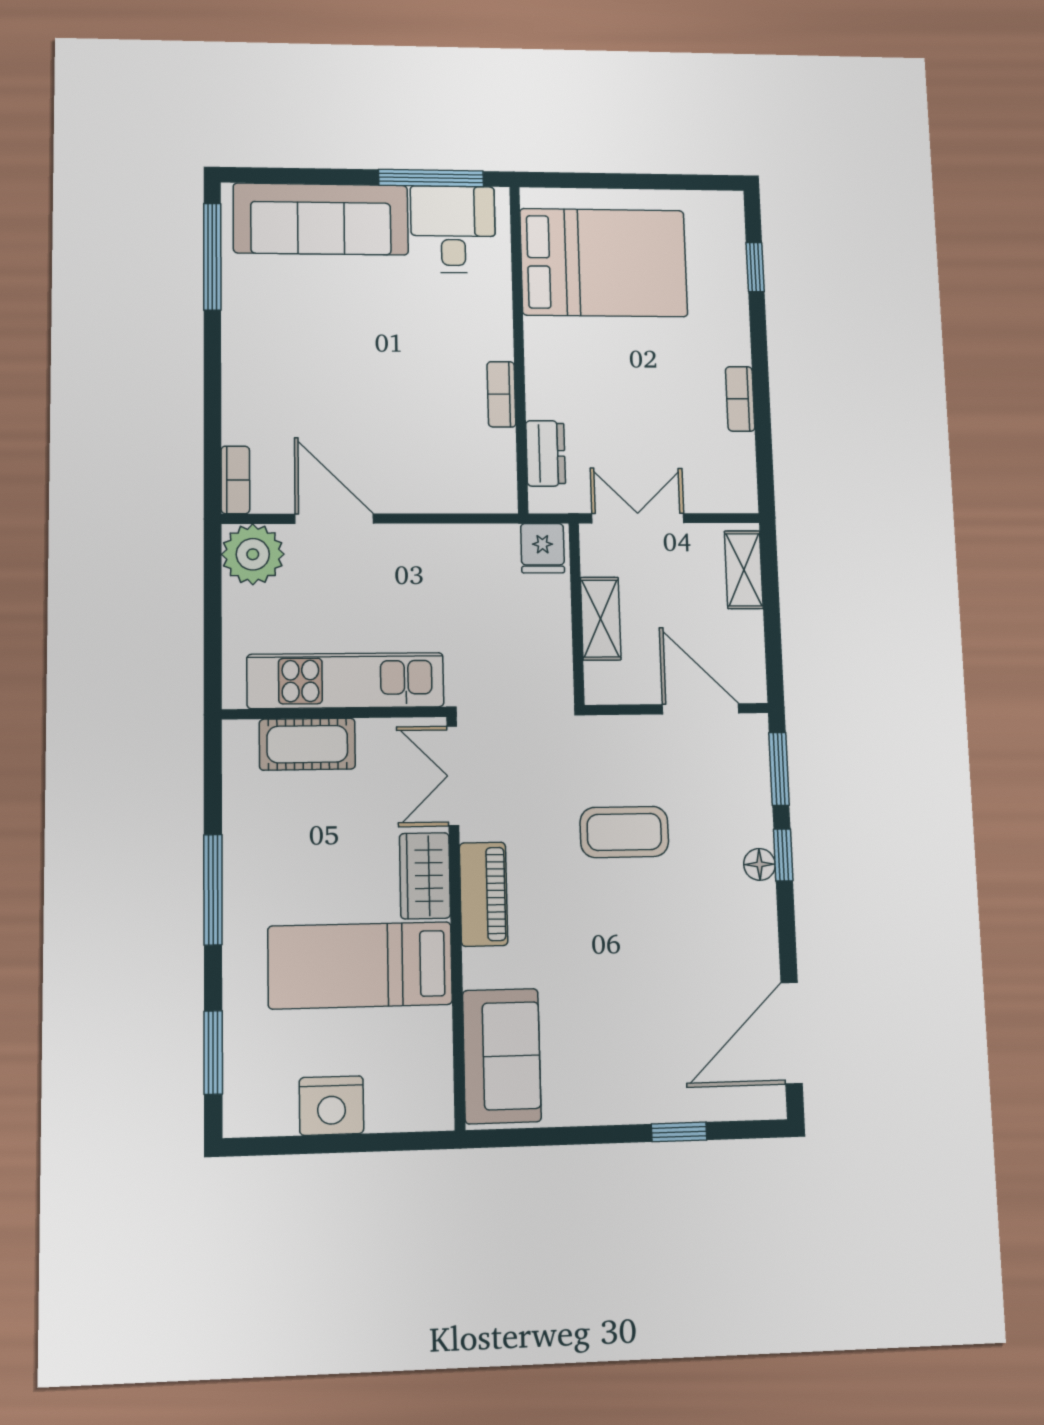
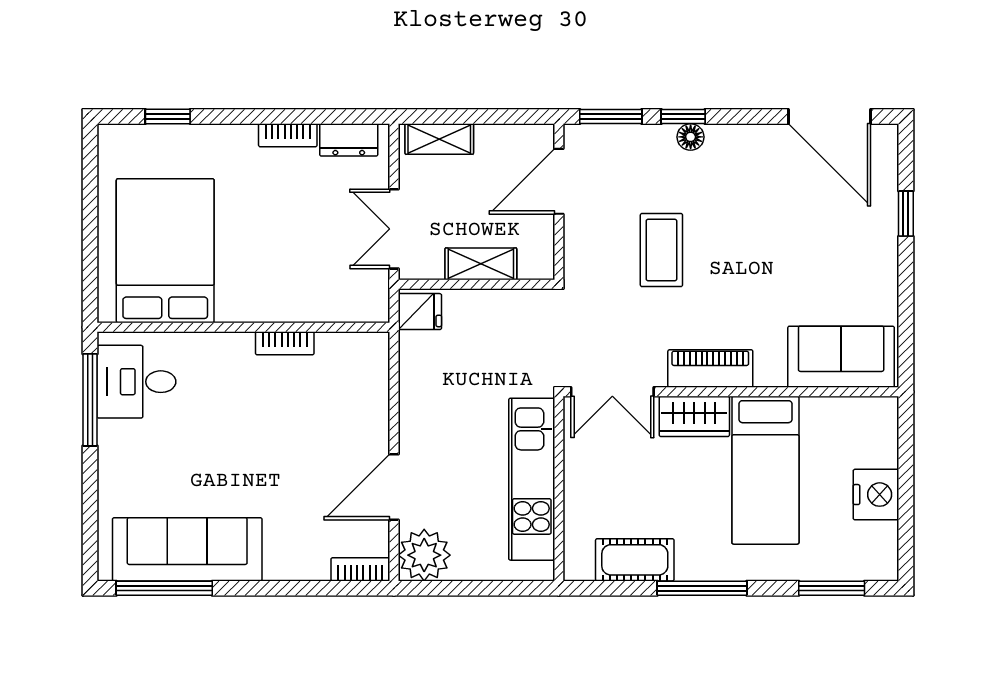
sofa: (321, 219) -> (187, 549), moved, turned -90
dresser: (546, 453) -> (349, 140), moved, turned 180
cot: (307, 744) -> (635, 560), moved, turned 90

